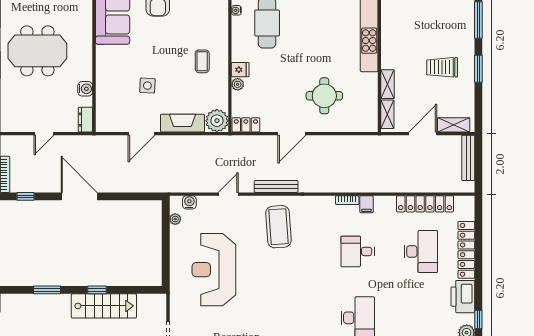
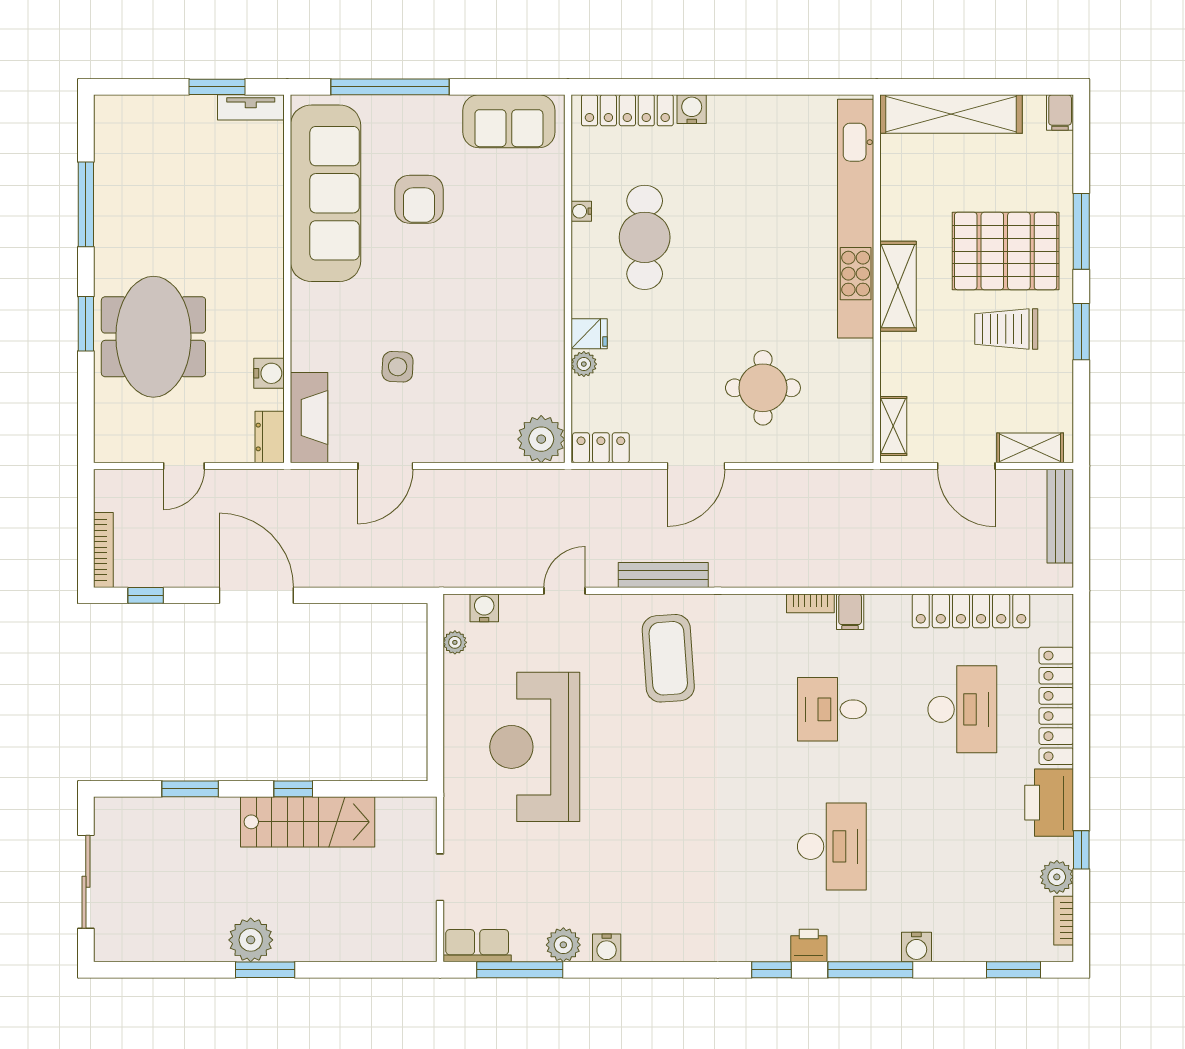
pallet: (442, 30) -> (1006, 251), added
meeting table: (37, 51) -> (153, 337), moved, turned 90
coffee table: (202, 61) -> (511, 317), removed
shelving: (388, 84) -> (898, 286), moved, width x1.50, depth x1.33
fireplace: (182, 123) -> (309, 418), moved, turned 90
door: (423, 134) -> (966, 466), swing flipped

